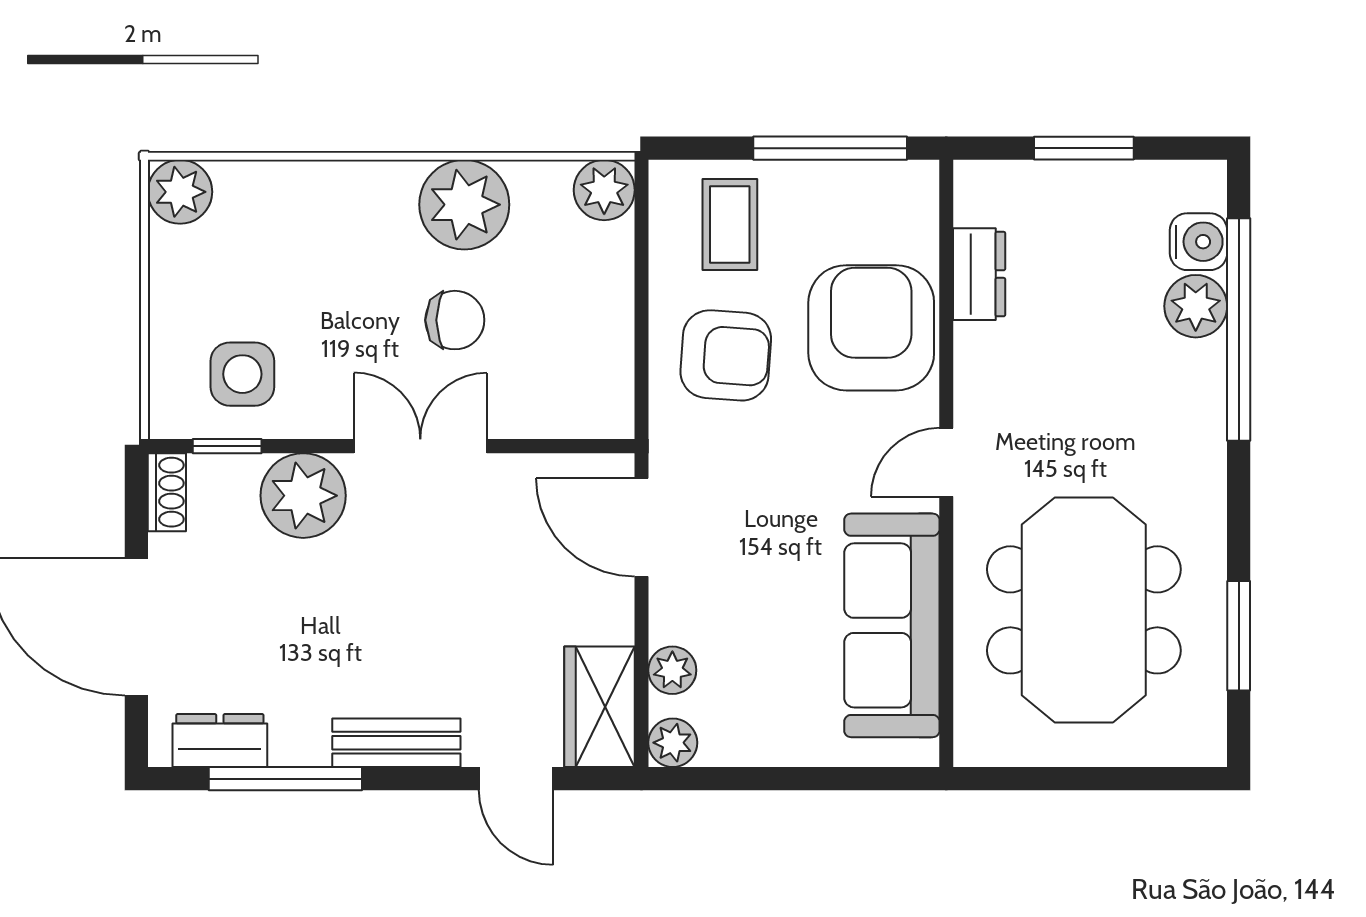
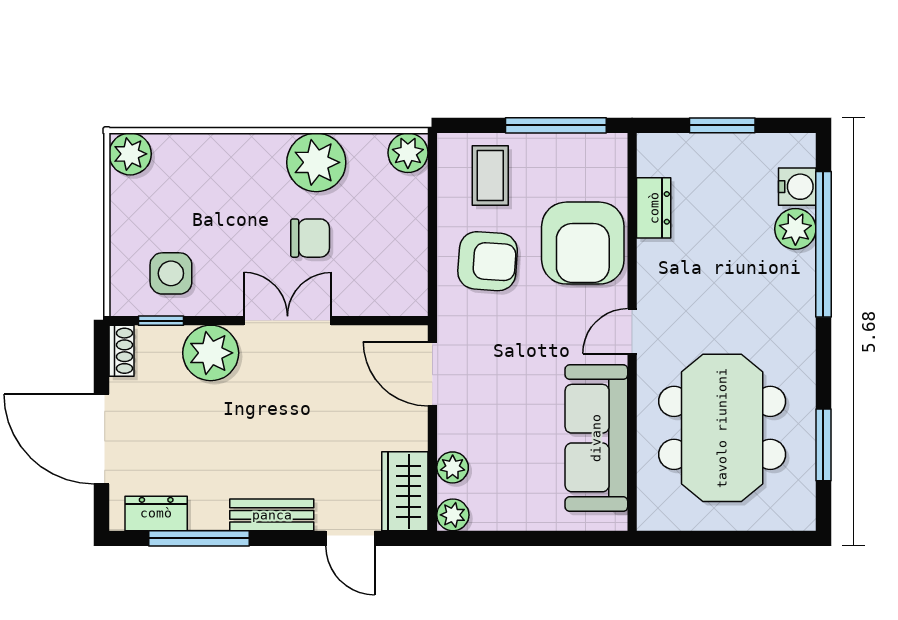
armchair: (871, 328) -> (583, 243), turned 180

